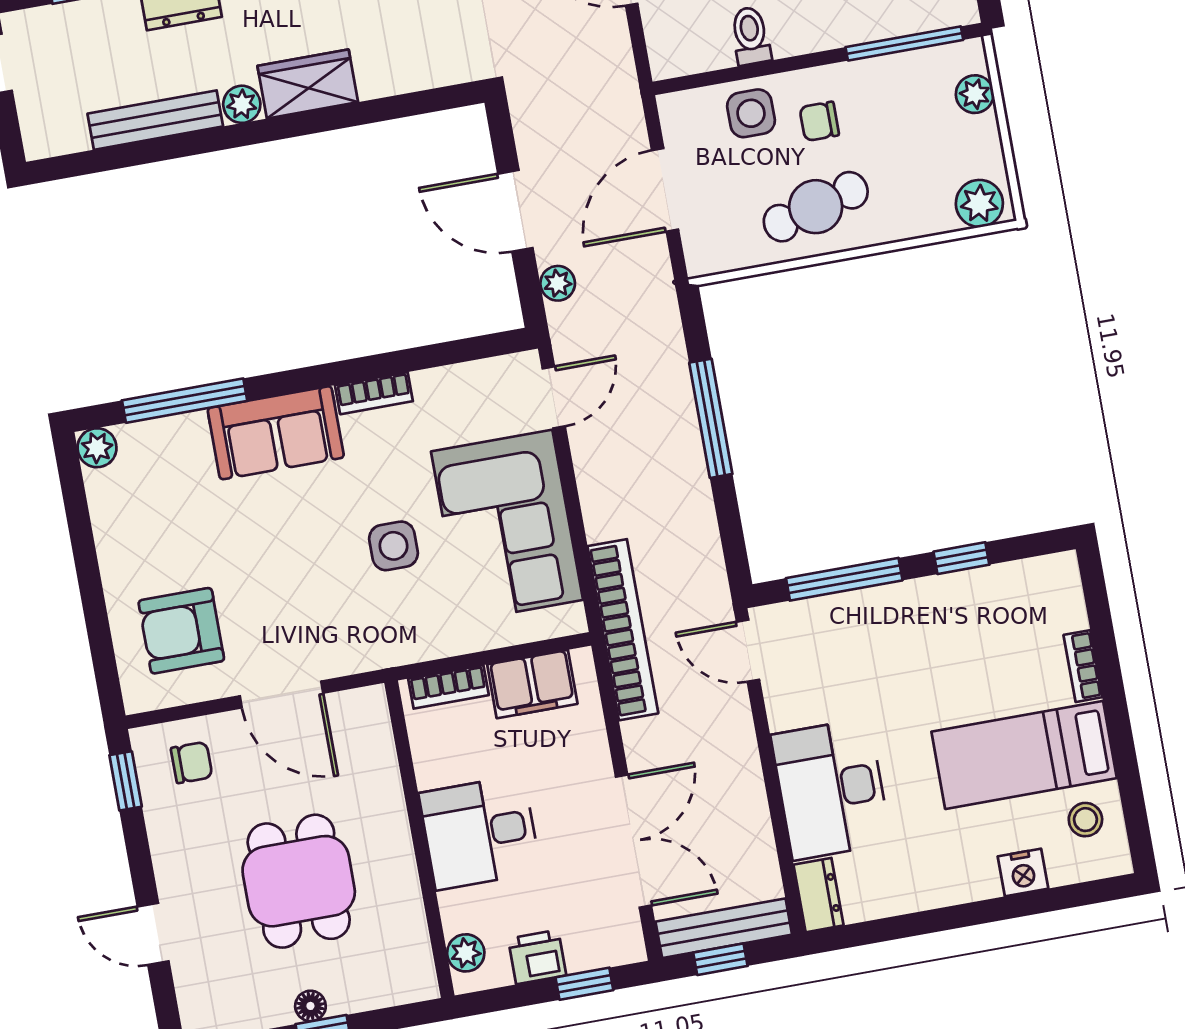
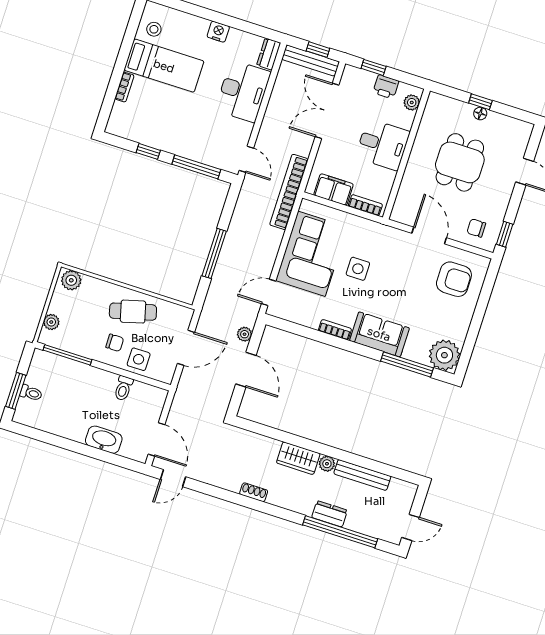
plant: (97, 448) -> (444, 355), width x1.88, depth x1.88
nightstand: (1023, 873) -> (218, 32), moved

